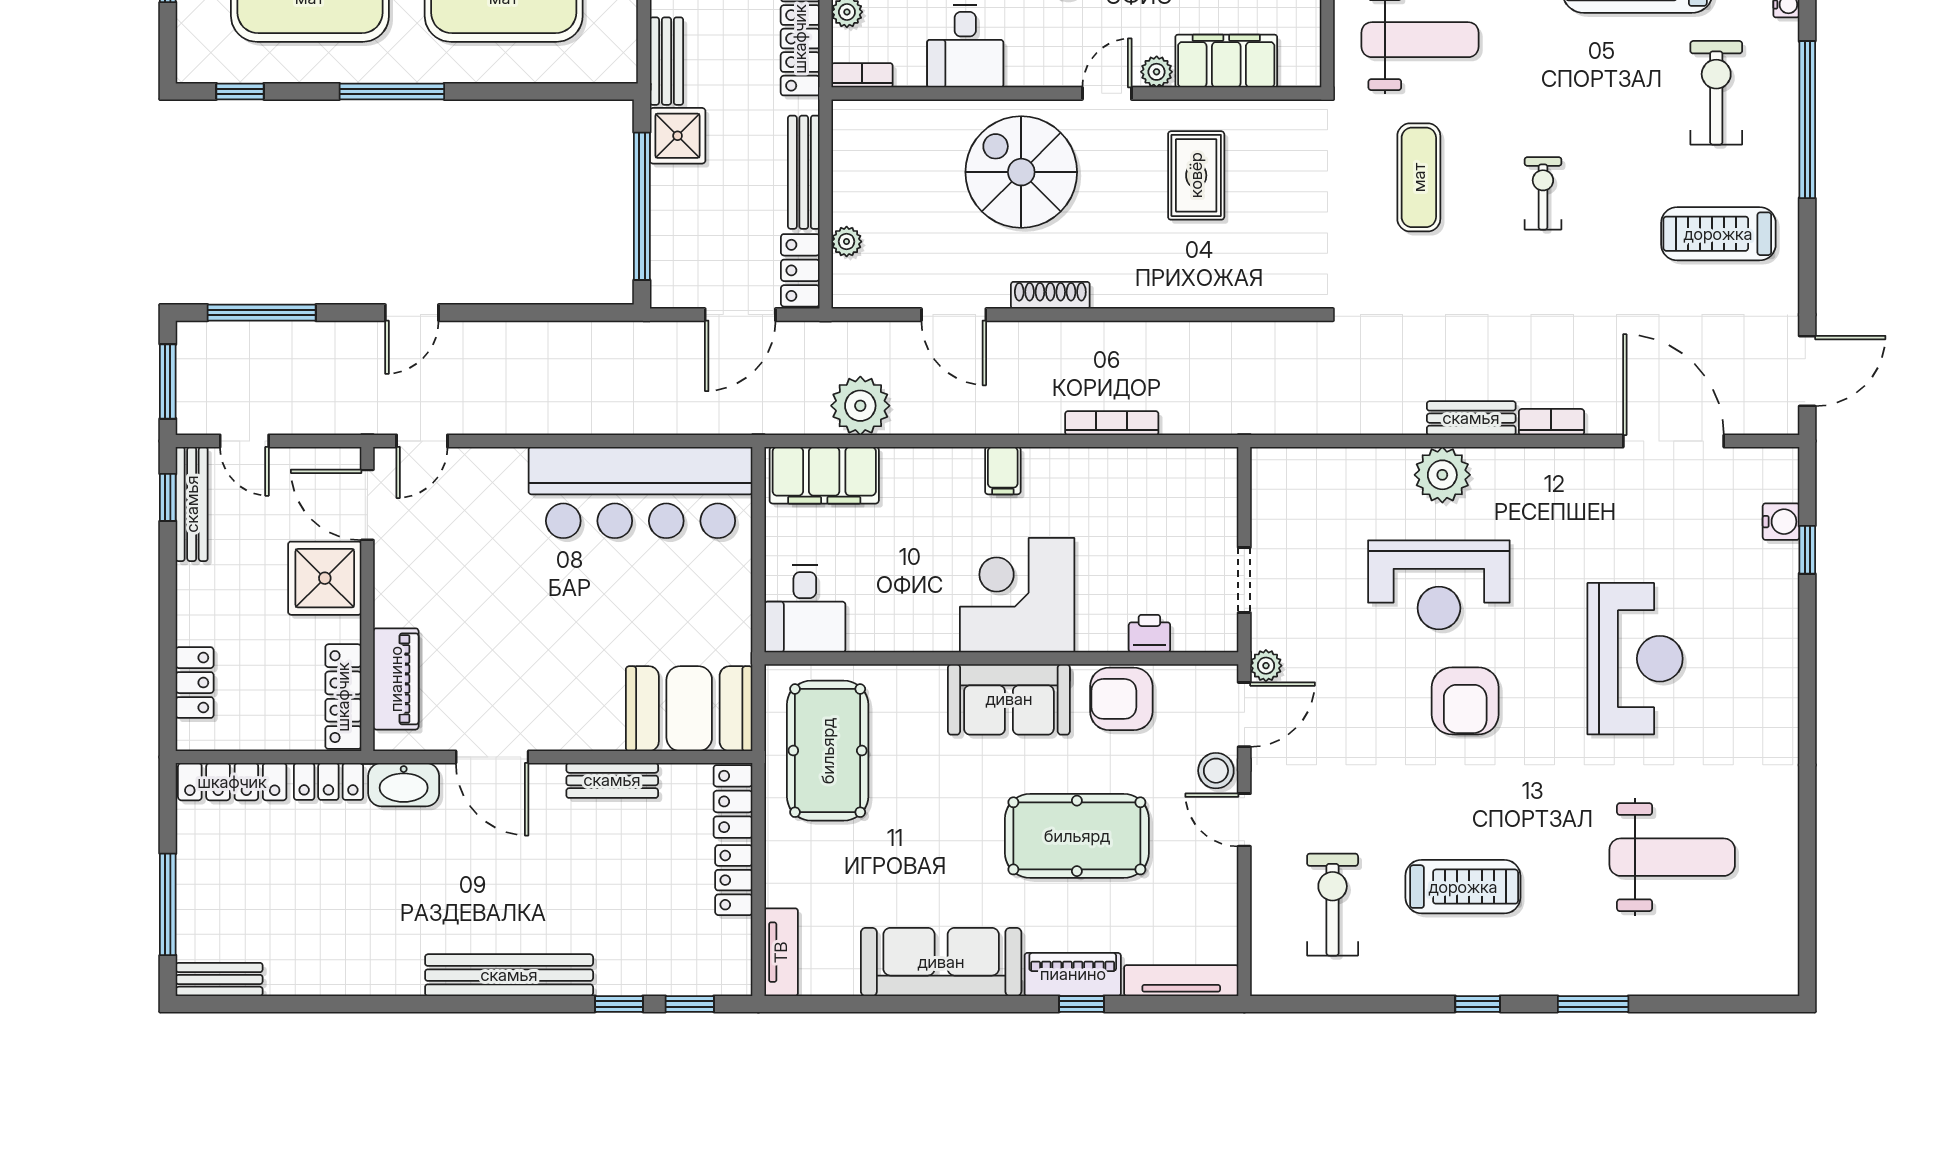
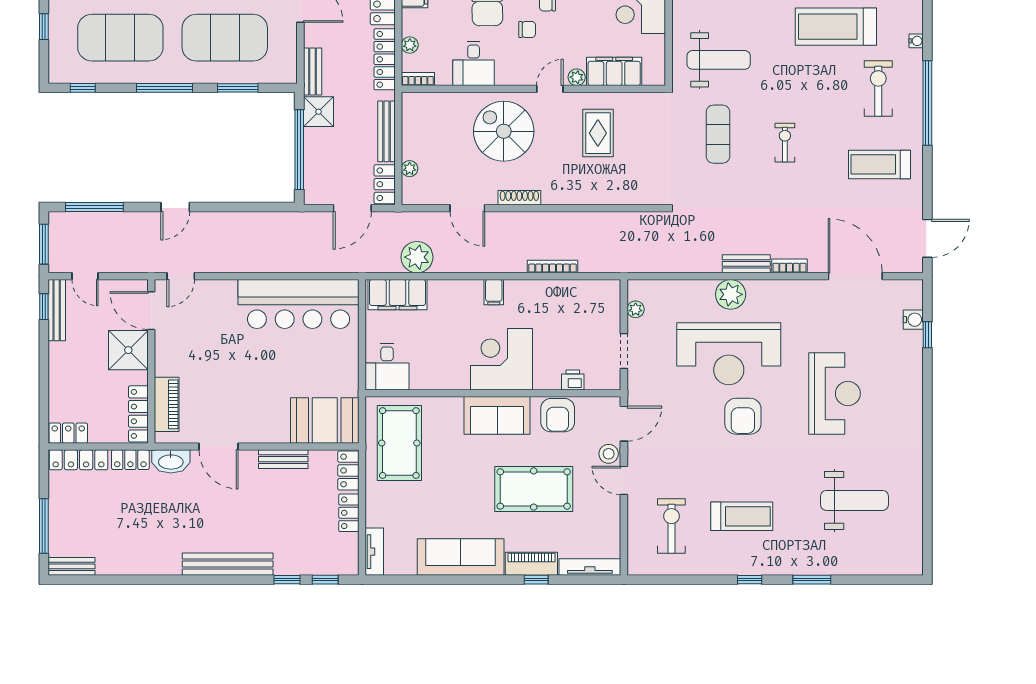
window: (528, 91) -> (238, 88), added
reception desk: (1439, 585) -> (729, 354), width x1.36, depth x1.30
plant: (1266, 666) -> (636, 309), moved
locker: (195, 683) -> (68, 433), moved, turned -90
armchair: (1121, 699) -> (558, 415), turned -90

